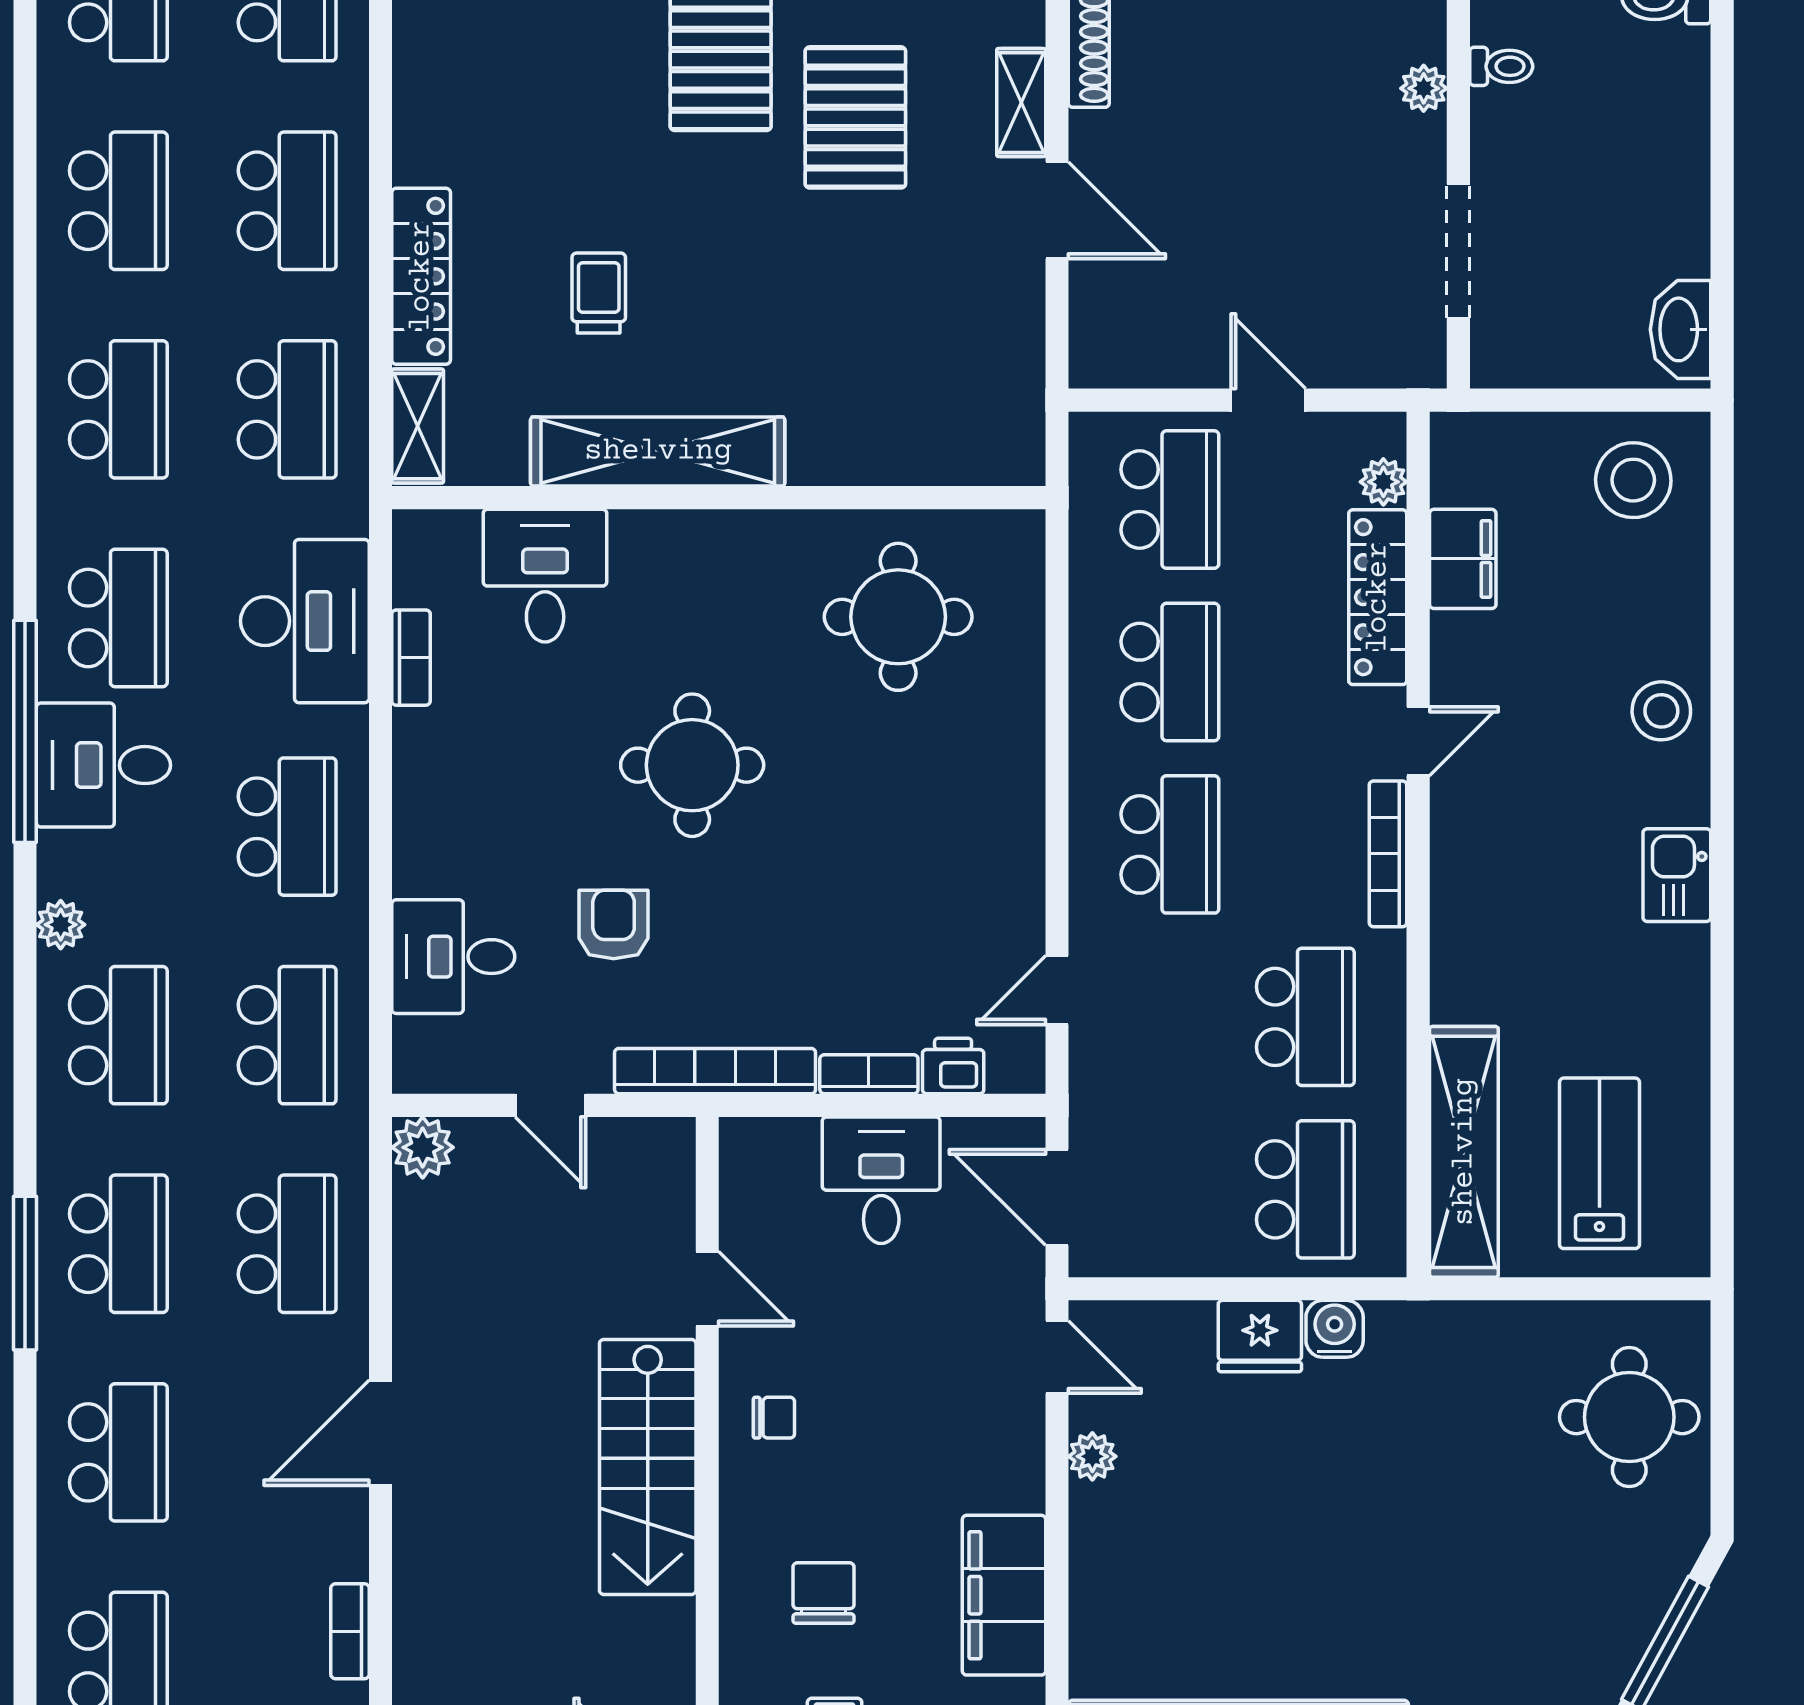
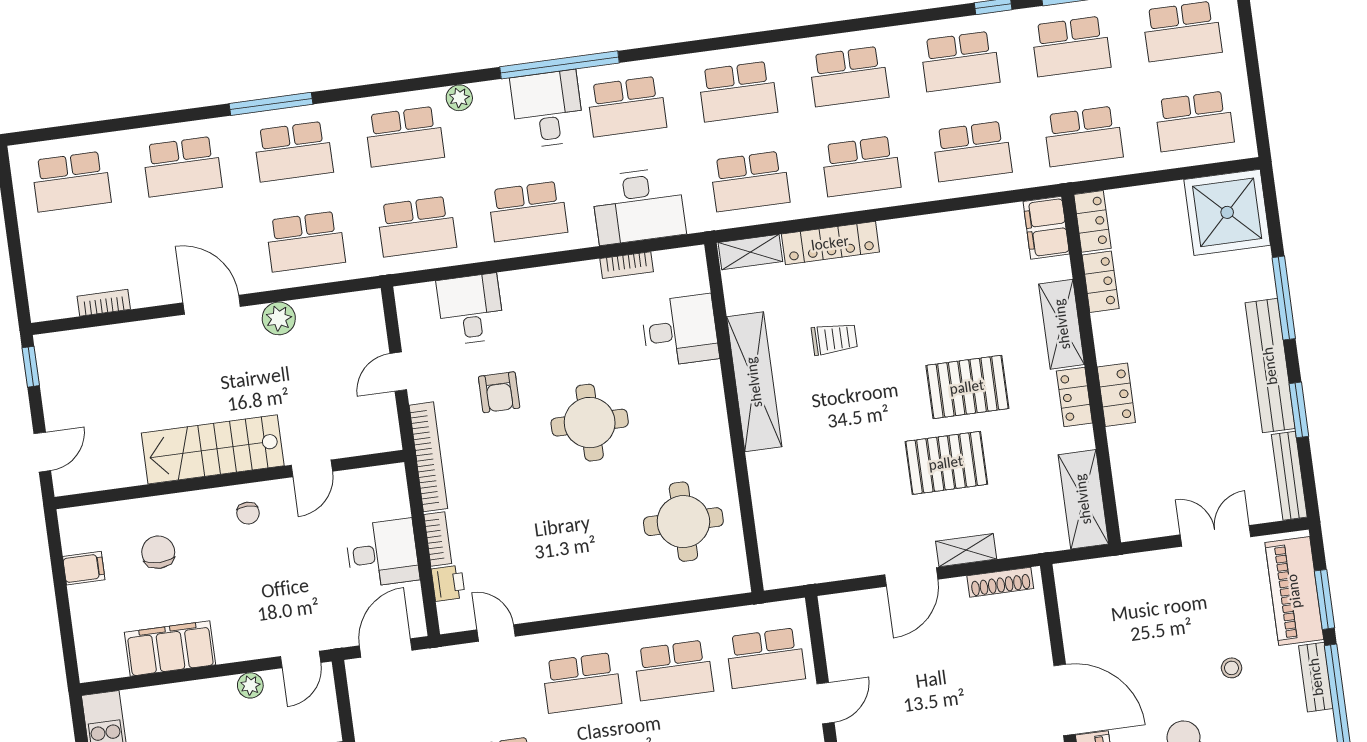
armchair: (614, 925) -> (499, 392), turned 90
plant: (423, 1147) -> (279, 318), moved
chair: (824, 1593) -> (158, 552), turned -90

